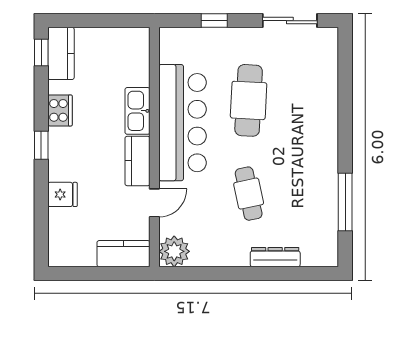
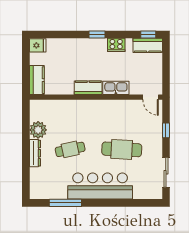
bar counter: (182, 123) -> (100, 186), moved, turned 180
fridge: (62, 194) -> (38, 45), moved, turned -90
door: (154, 203) -> (151, 97), moved
plant: (174, 251) -> (38, 130), moved
dresser: (275, 257) -> (35, 153), moved

